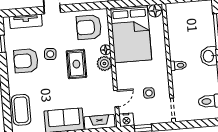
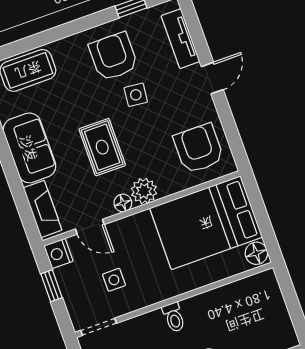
floor lamp: (106, 50) -> (123, 203), moved
rug: (76, 64) -> (102, 147), moved, turned 90

